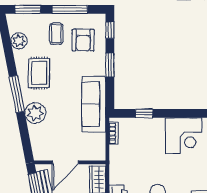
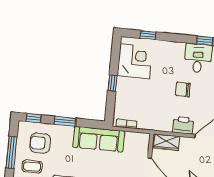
armchair: (83, 40) -> (40, 143), turned 180
window: (144, 113) -> (113, 83), moved

